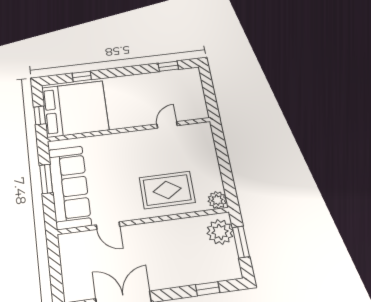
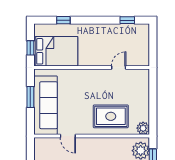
bed: (75, 109) -> (56, 51), width x0.73

